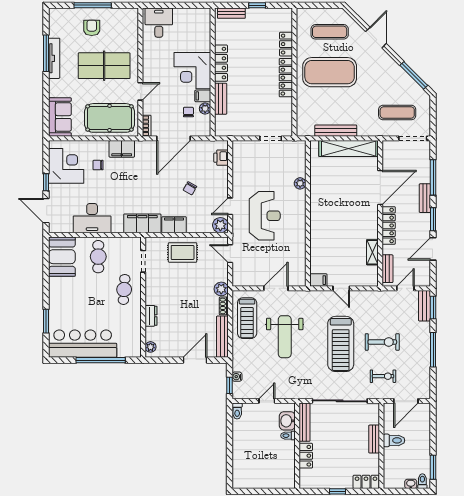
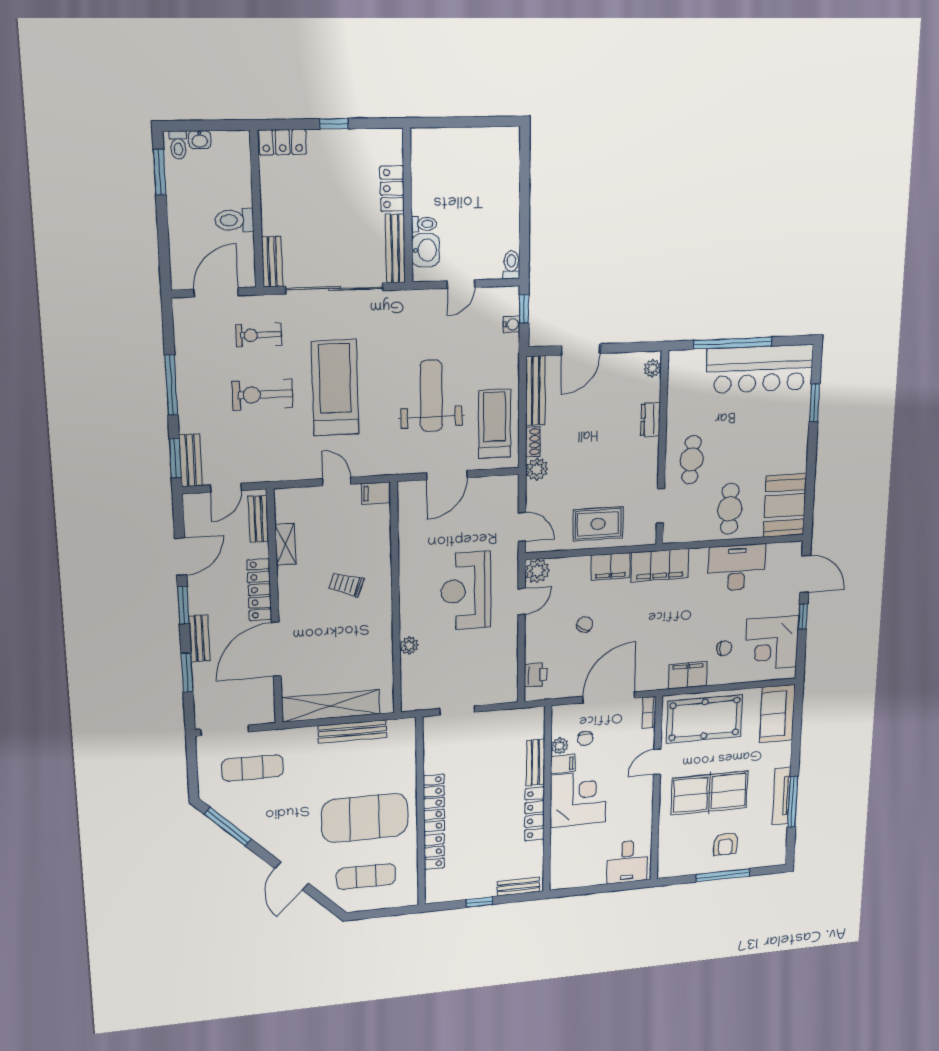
window: (433, 177) -> (187, 672), width x0.69
trolley: (337, 225) -> (346, 584), added
bench: (374, 439) -> (272, 262), moved

